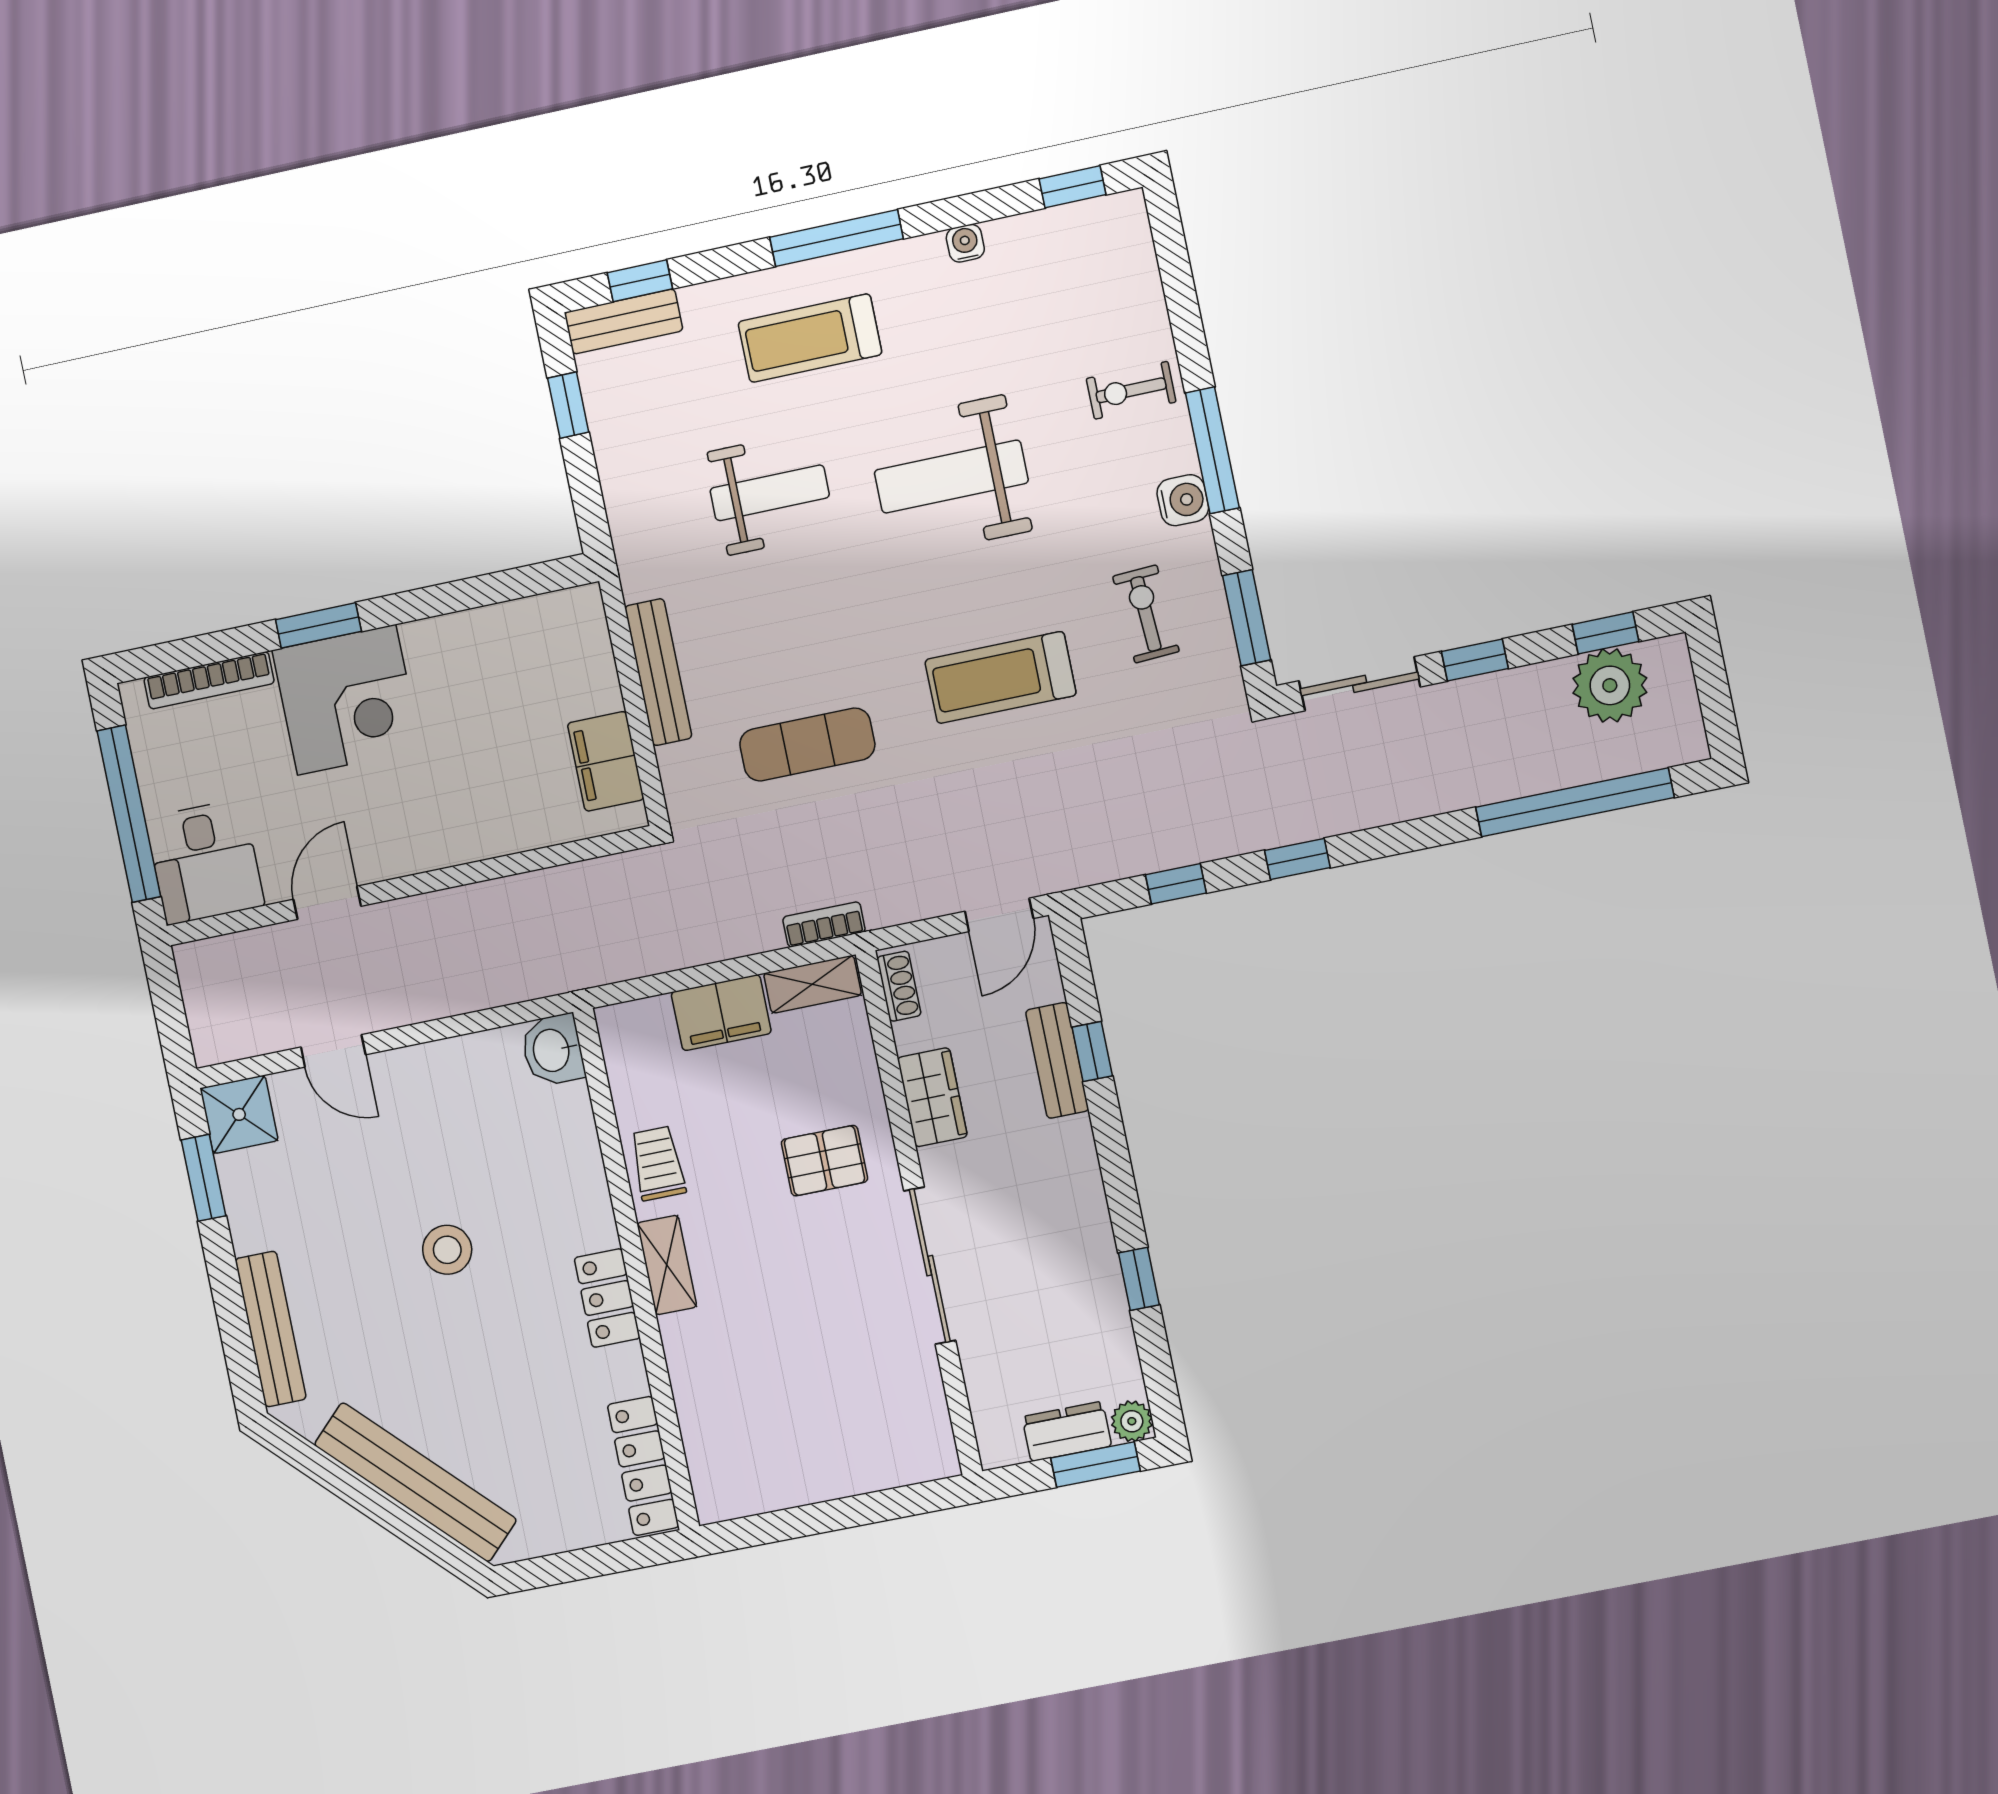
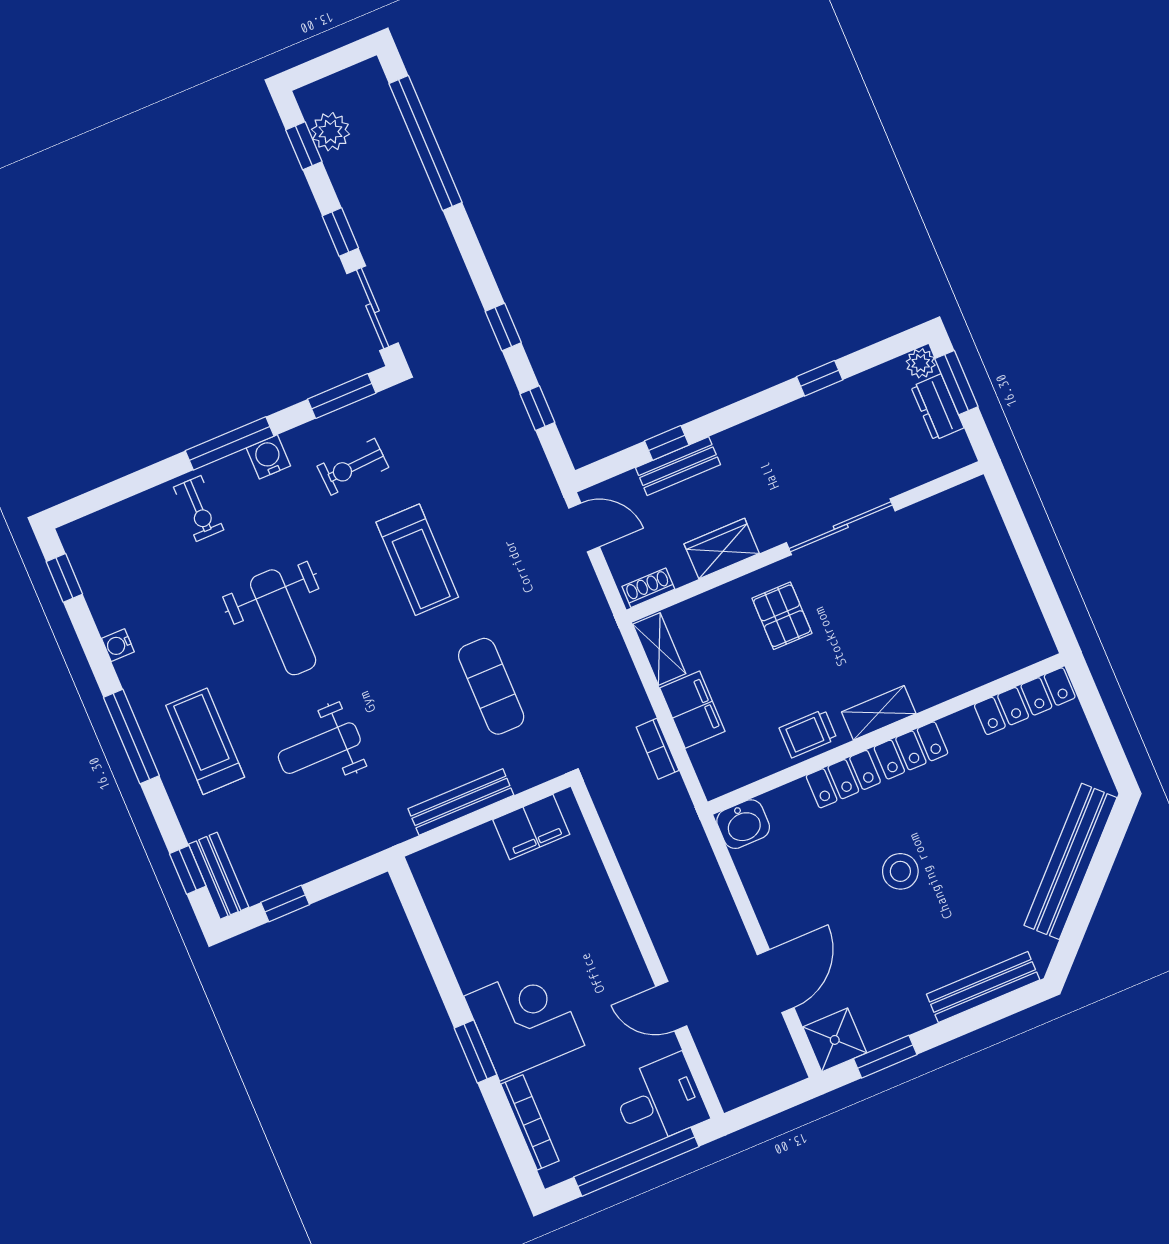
treadmill: (810, 338) -> (205, 741), turned 180
weight bench: (770, 493) -> (319, 748), turned -90
plant: (1610, 685) -> (330, 132), width x0.73, depth x0.73
bookcase: (824, 924) -> (658, 749), moved
door: (333, 1051) -> (776, 981), width x1.38
locker: (587, 1198) -> (843, 779), added

